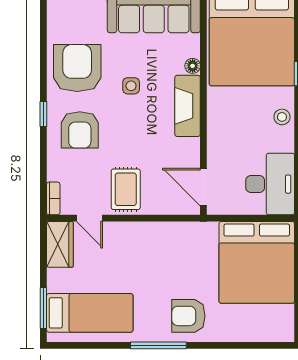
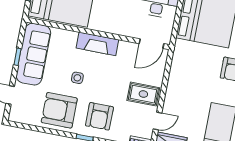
floor lamp: (193, 66) -> (72, 36), removed
armchair: (80, 130) -> (99, 116), turned 90

